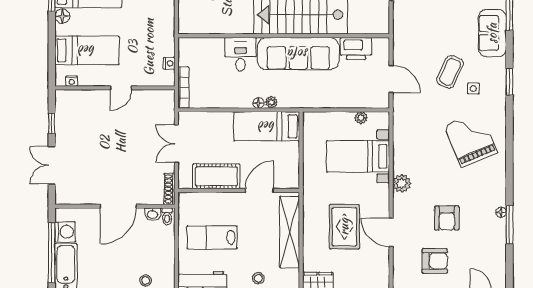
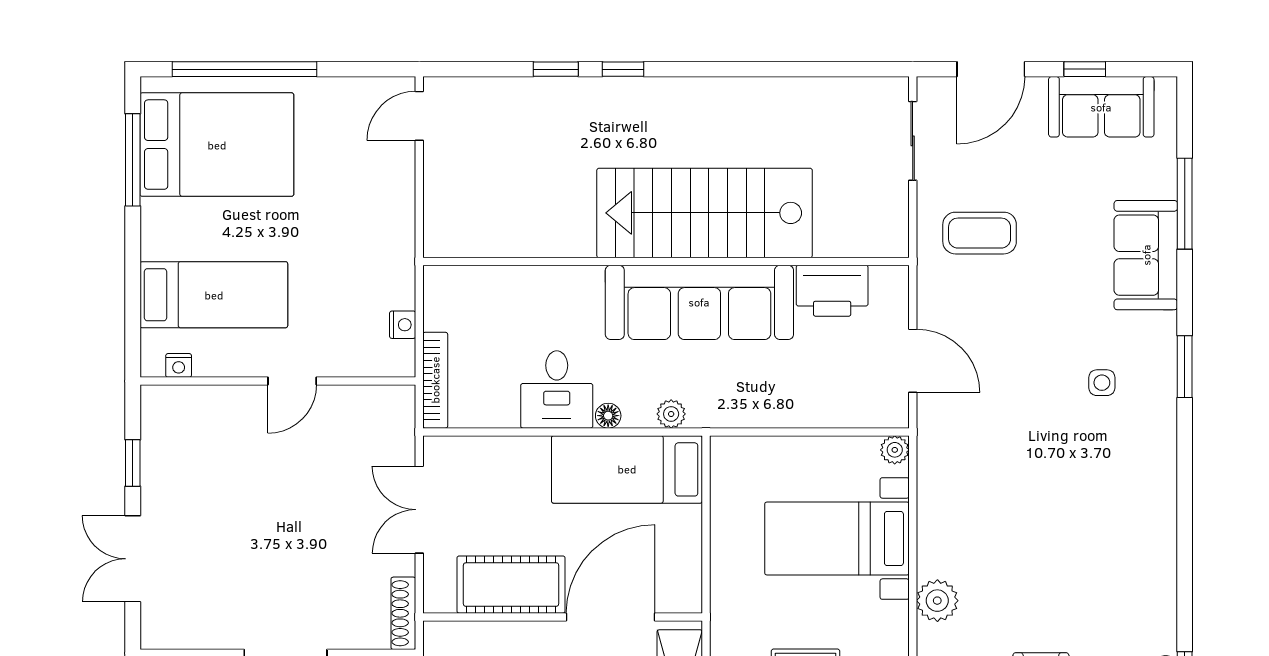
floor lamp: (62, 16) -> (157, 216), removed
desk: (240, 54) -> (557, 390), moved, turned 180
coffee table: (450, 72) -> (980, 233), moved, turned 65
plant: (272, 102) -> (671, 414), moved
plant: (361, 118) -> (895, 450), moved
grand piano: (471, 139) -> (1096, 499), removed
door: (260, 190) -> (611, 617), width x1.36

